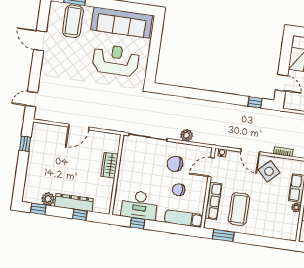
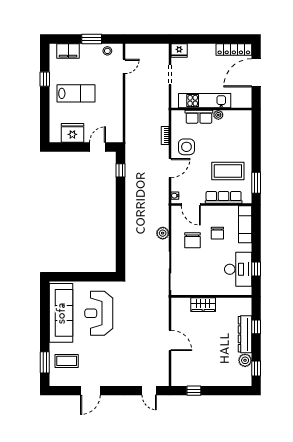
coffee table: (73, 21) -> (67, 361), width x0.73, depth x0.76
side table: (269, 171) -> (186, 147), turned 45

